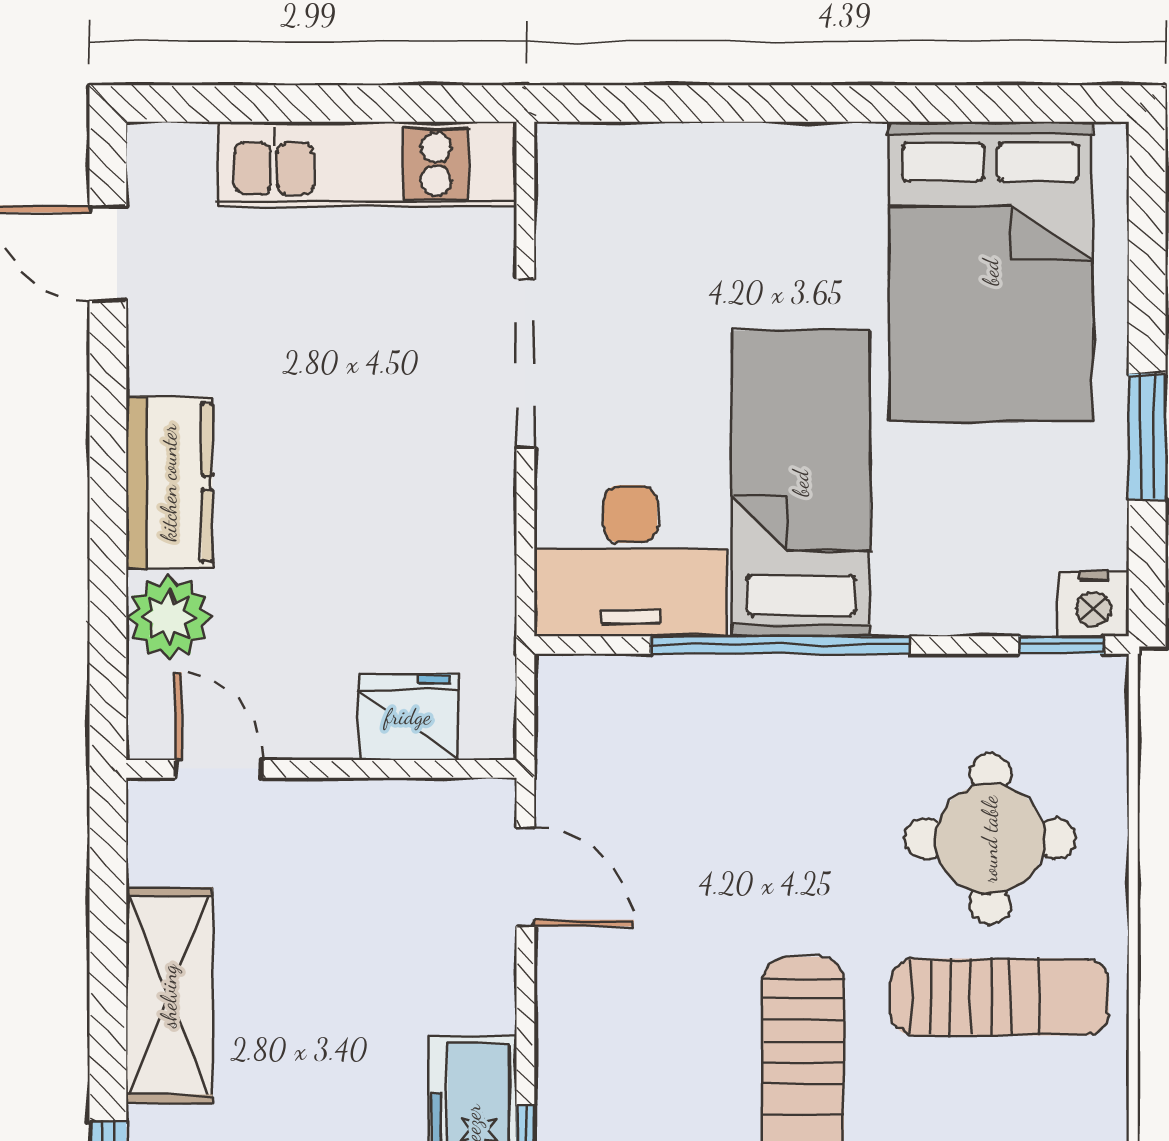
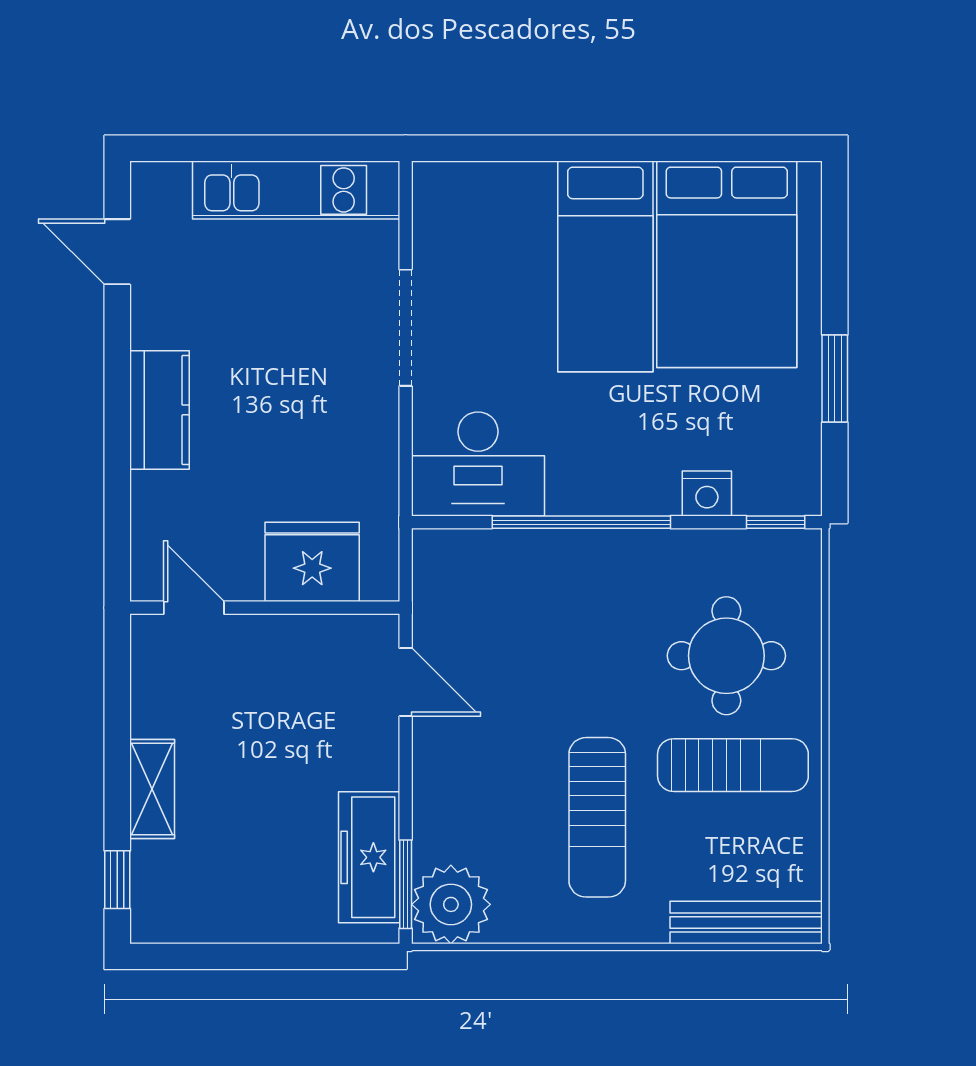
bed: (801, 483) -> (605, 266), moved, turned 180
nightstand: (1093, 604) -> (707, 494), moved
plant: (169, 617) -> (159, 503), removed
fridge: (408, 717) -> (312, 562), width x1.36, depth x1.34
shelving: (169, 996) -> (152, 789), width x0.67, depth x0.75

